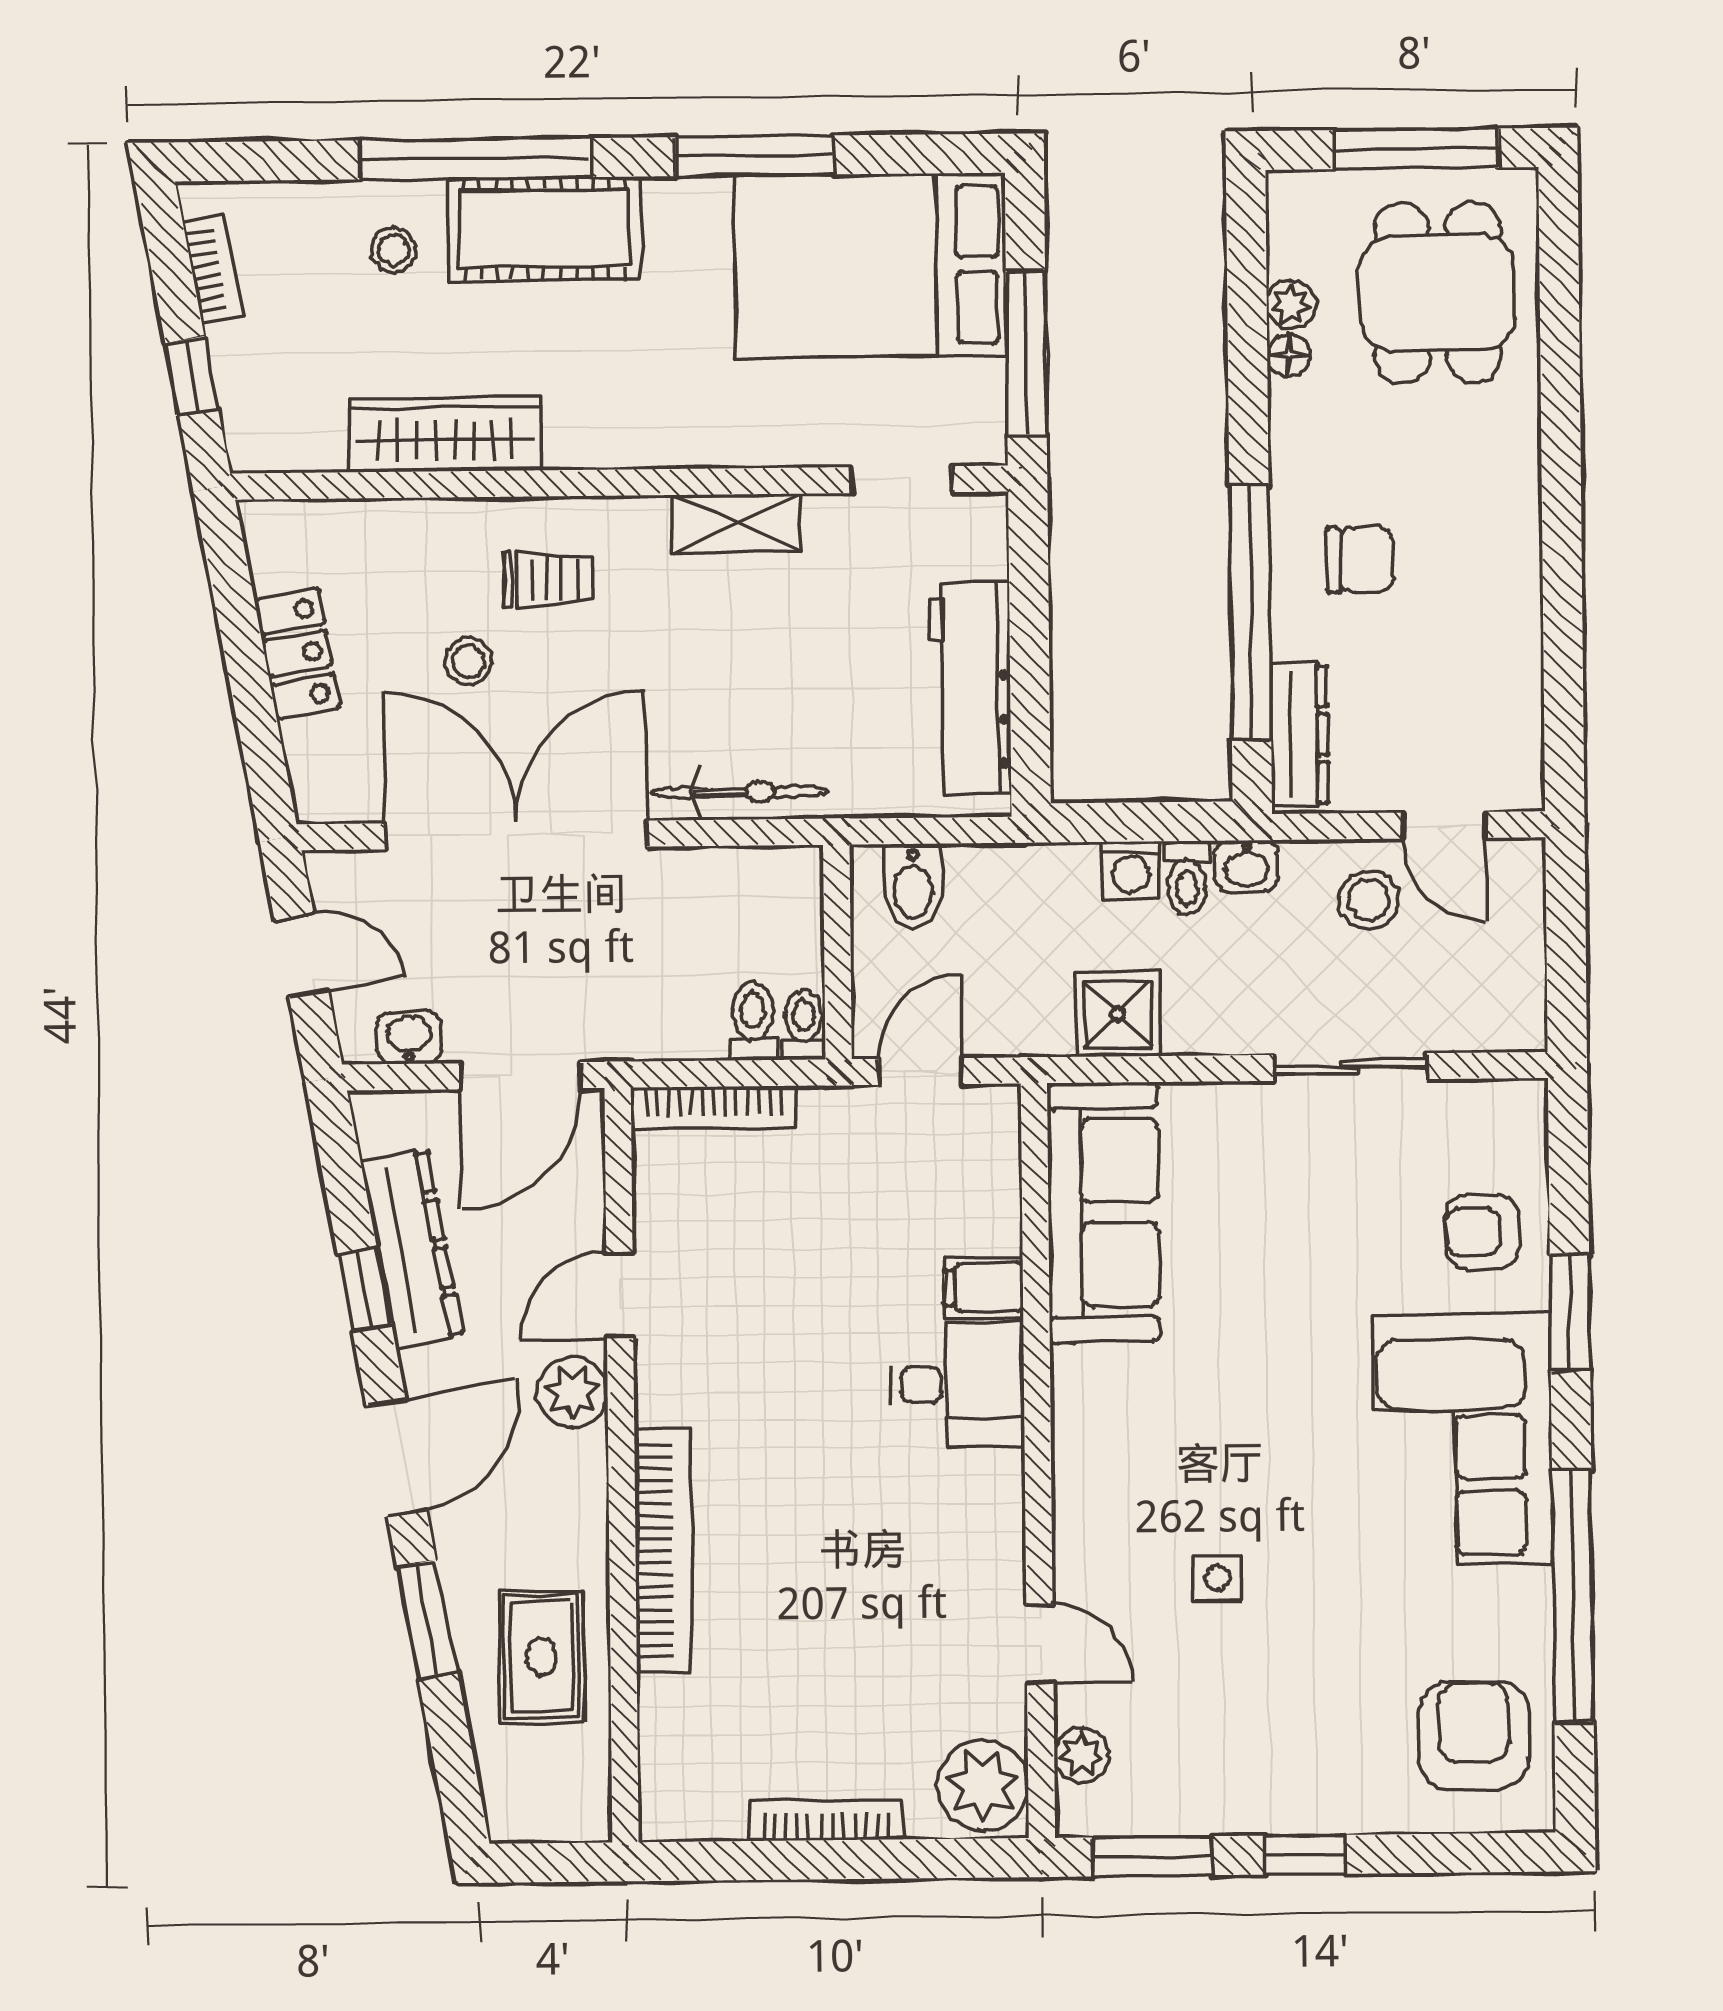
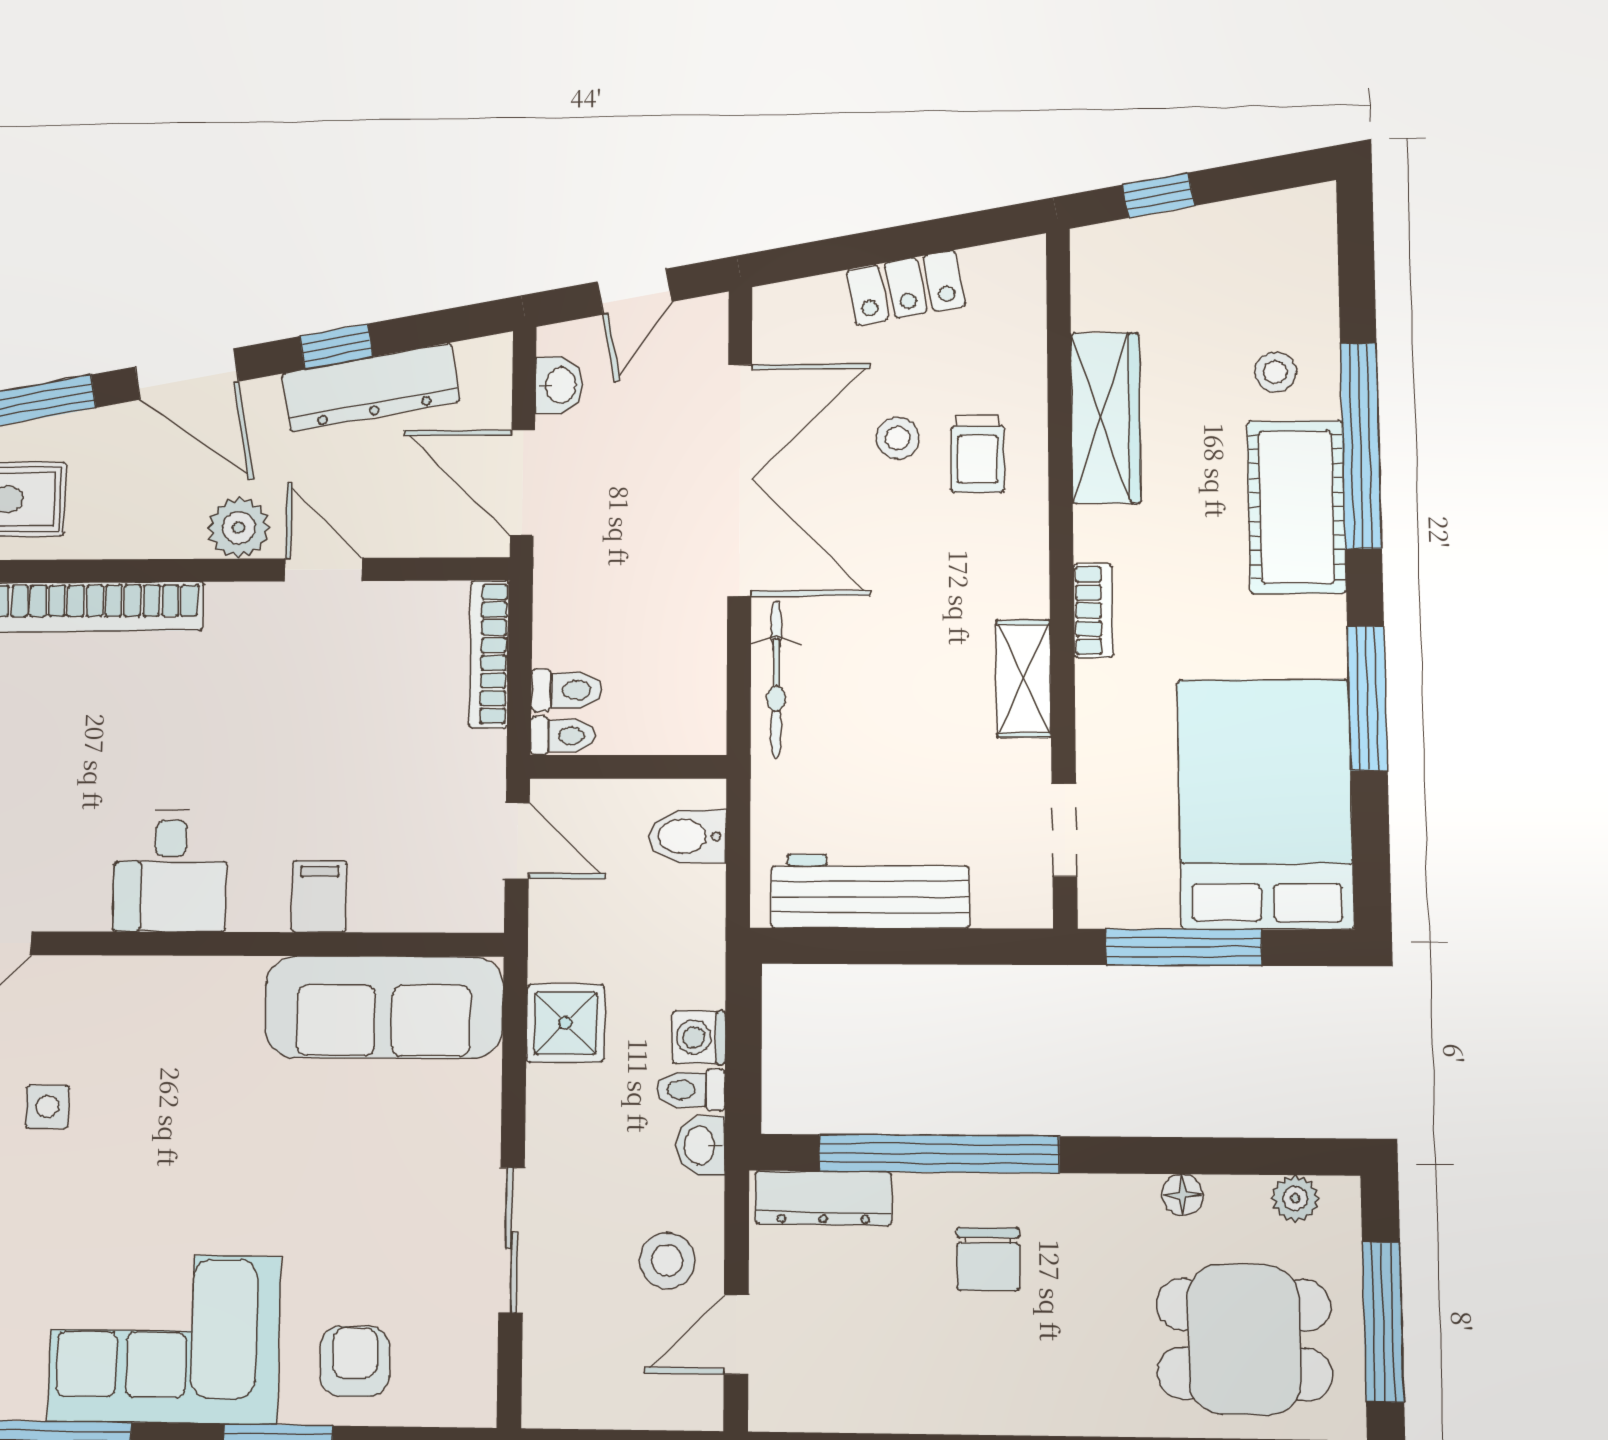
bookcase: (213, 269) -> (1093, 611), moved, turned -80
plant: (1291, 304) -> (1295, 1199), moved
trolley: (548, 580) -> (978, 454), moved
desk: (957, 1385) -> (170, 871), moved

